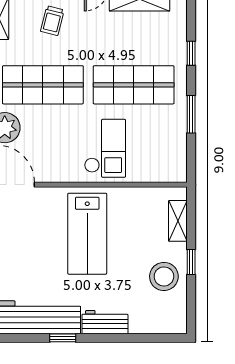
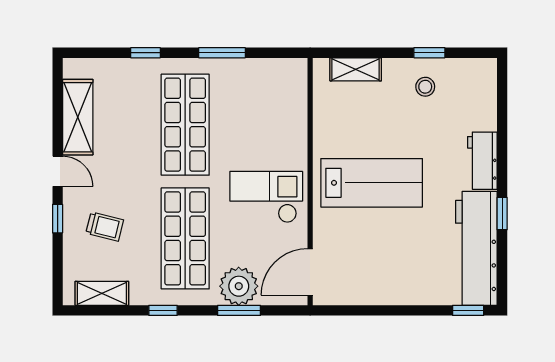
checkout: (105, 148) -> (266, 197), moved
window: (191, 262) -> (429, 53), moved
stool: (164, 276) -> (425, 87), width x0.53, depth x0.53

